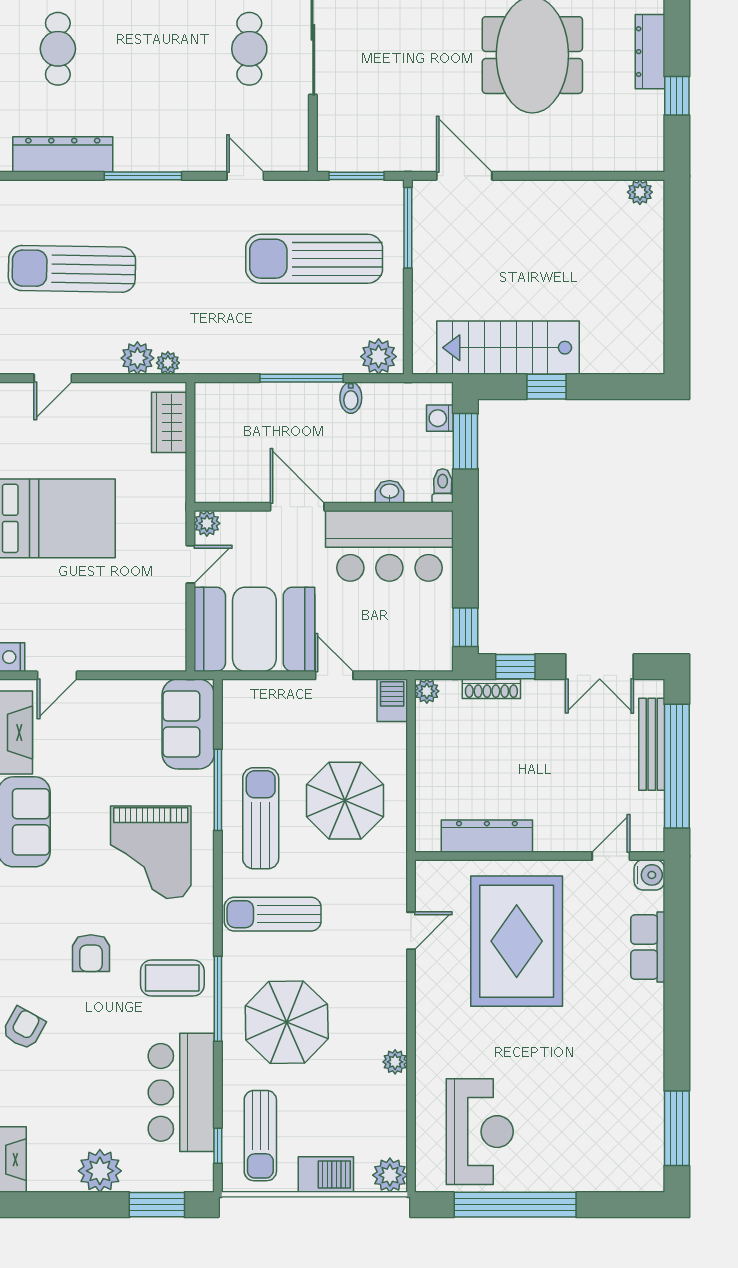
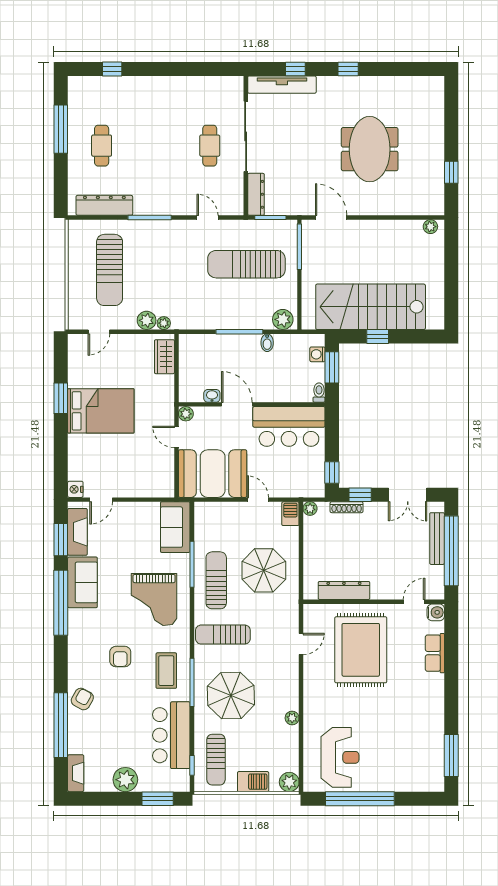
dresser: (650, 52) -> (256, 194), moved, turned 180
sun lounger: (72, 269) -> (110, 270), turned -91
stairs: (508, 348) -> (371, 307), width x1.36, depth x1.51
washbasin: (390, 492) -> (212, 396), moved
door: (190, 564) -> (176, 437), swing flipped
coffee table: (172, 978) -> (166, 671), turned 90

